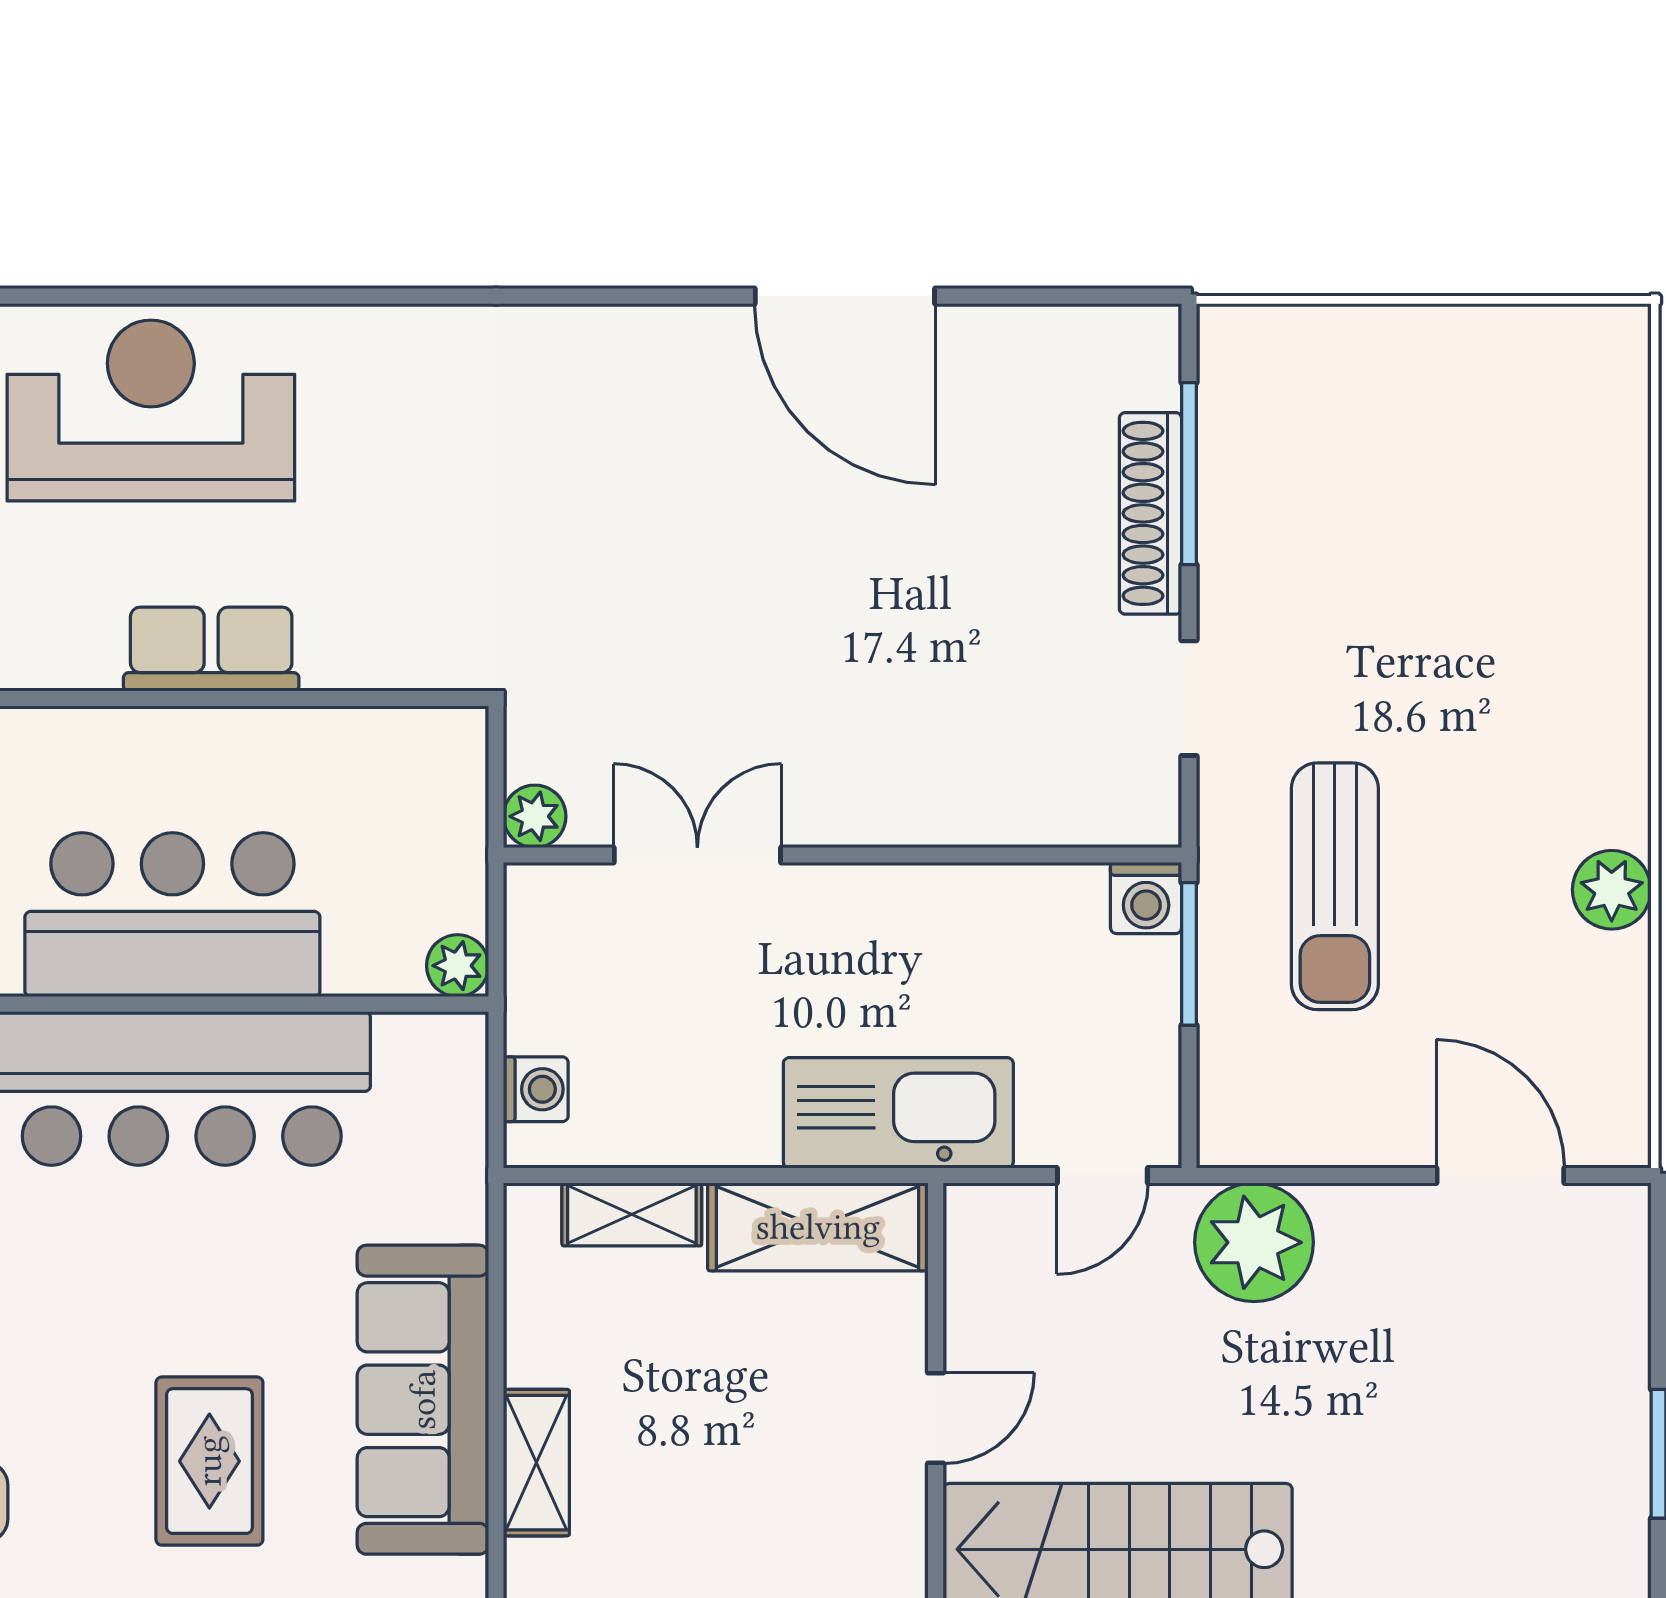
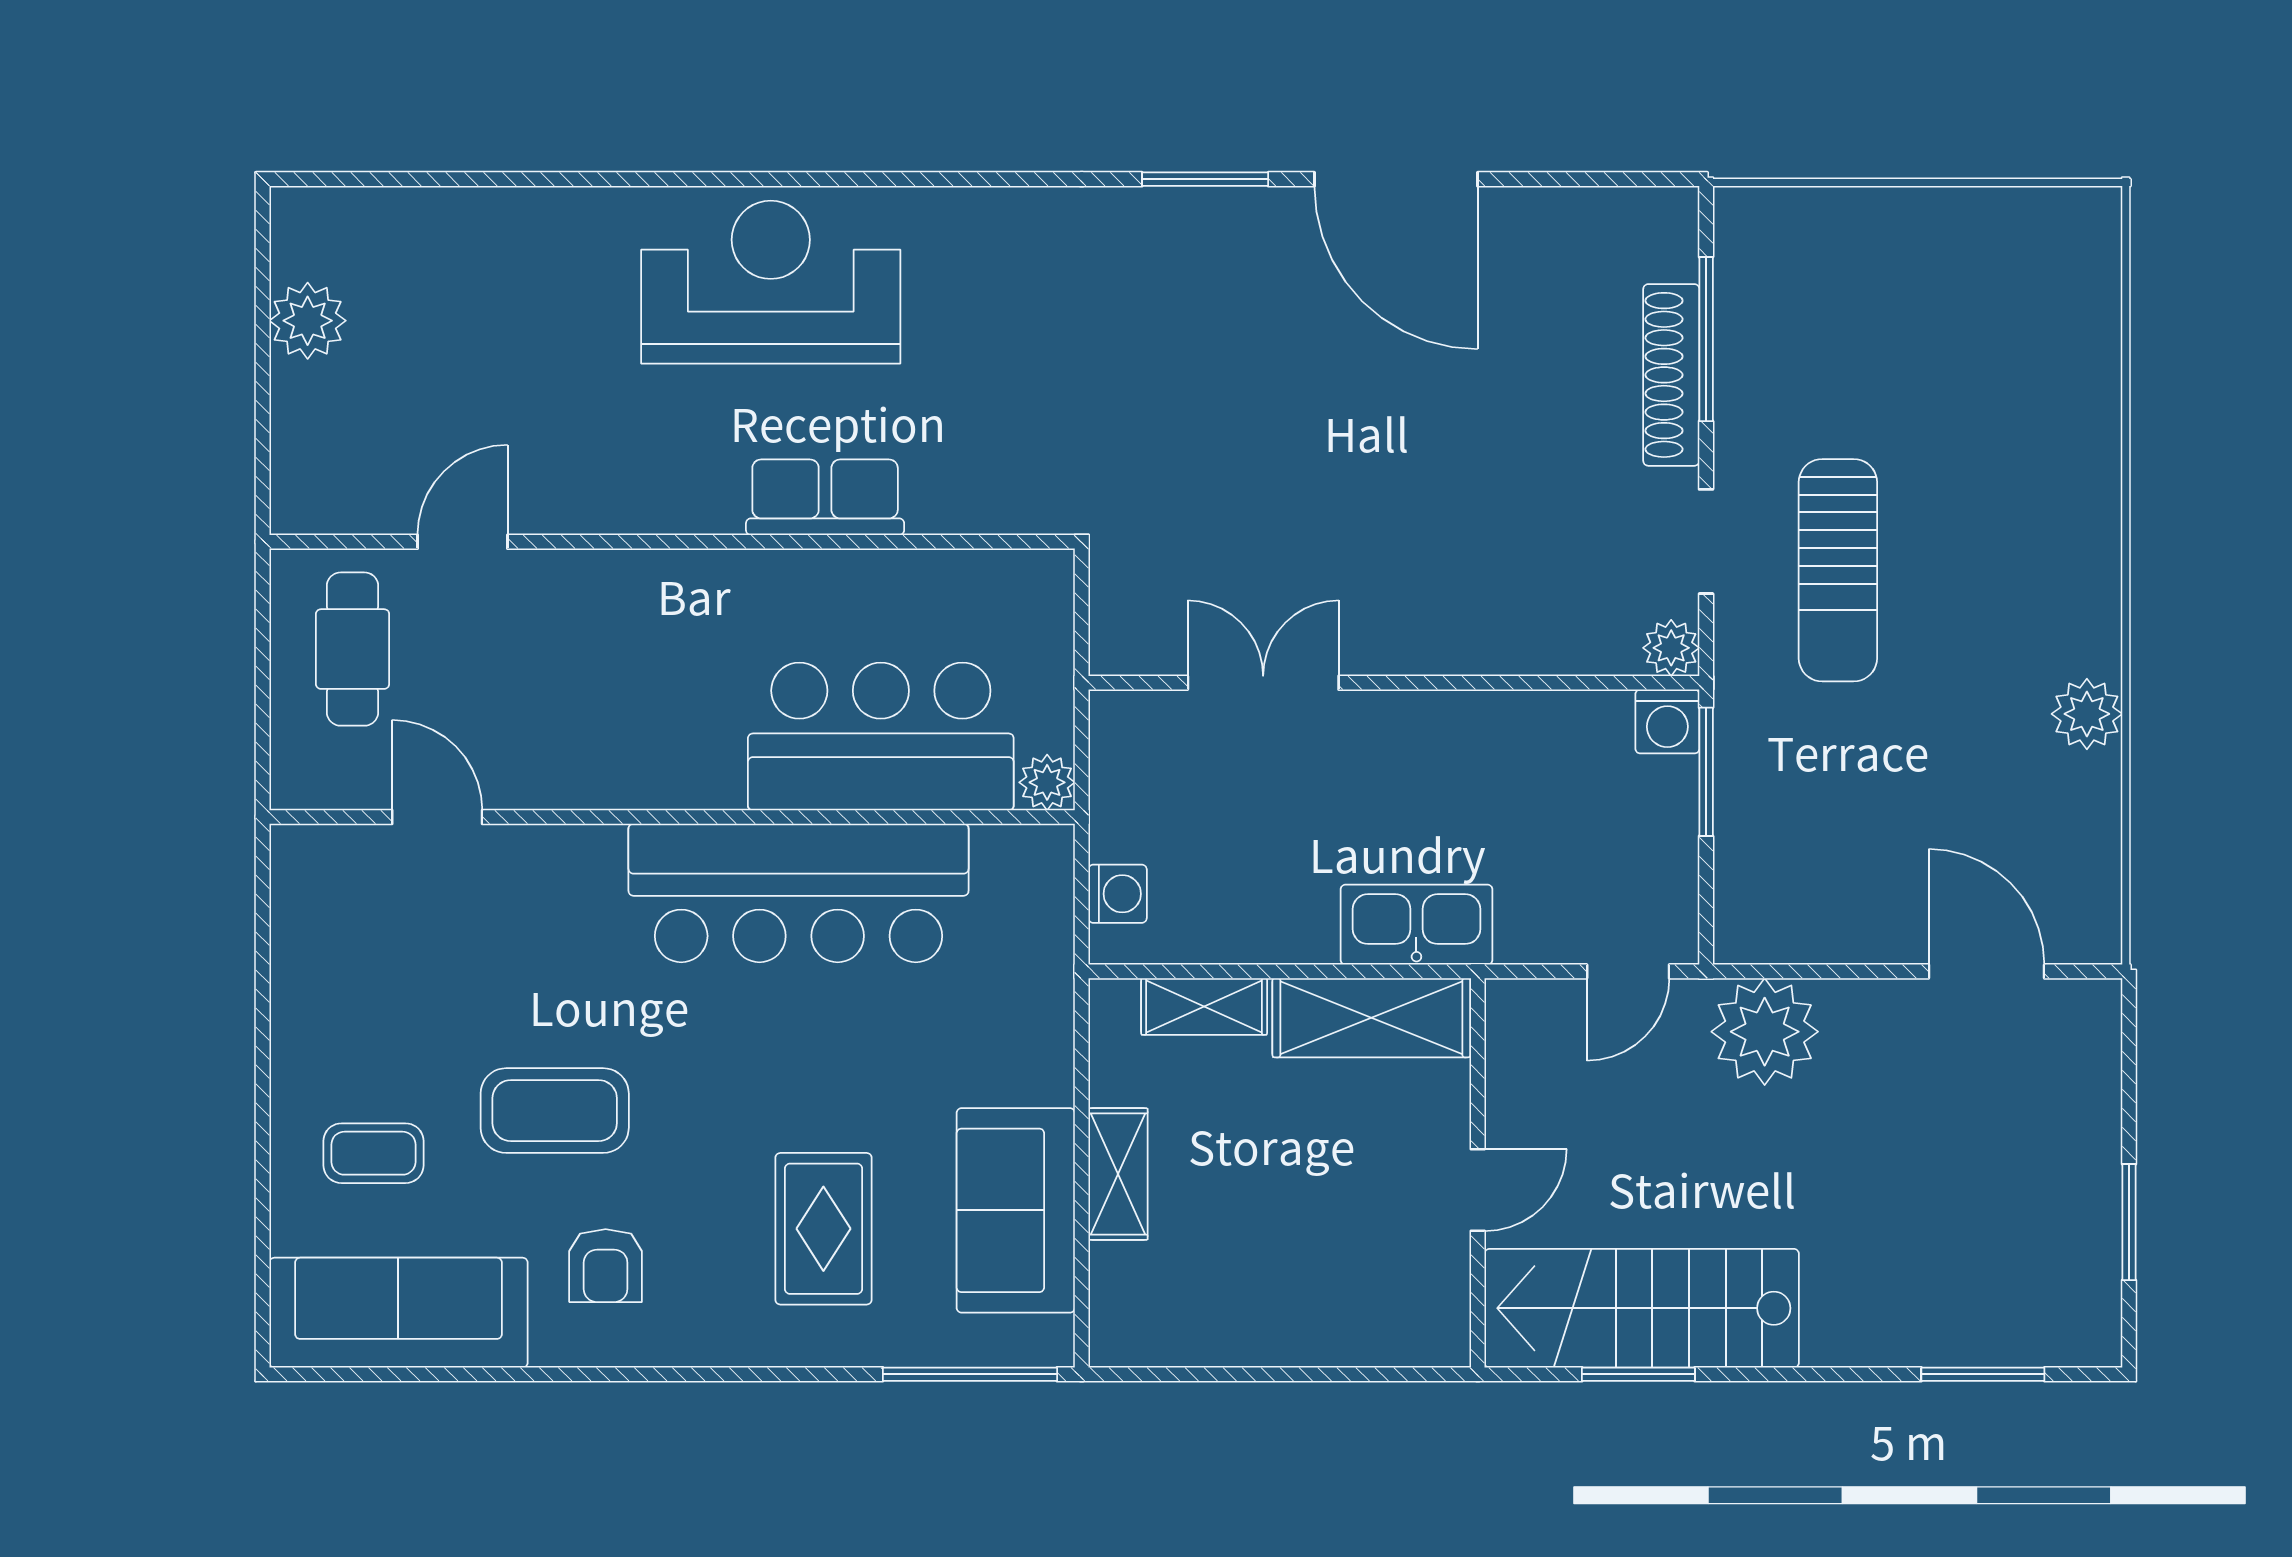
window: (633, 296) -> (1205, 179), added
plant: (535, 816) -> (1671, 648), moved
sun lounger: (1335, 886) -> (1838, 570), moved
bar counter: (172, 915) -> (881, 736), moved
kitchen sink: (898, 1113) -> (1416, 925), width x0.73, depth x0.81
sofa: (423, 1400) -> (1016, 1210), width x0.73
shelving: (536, 1463) -> (1118, 1174), moved

